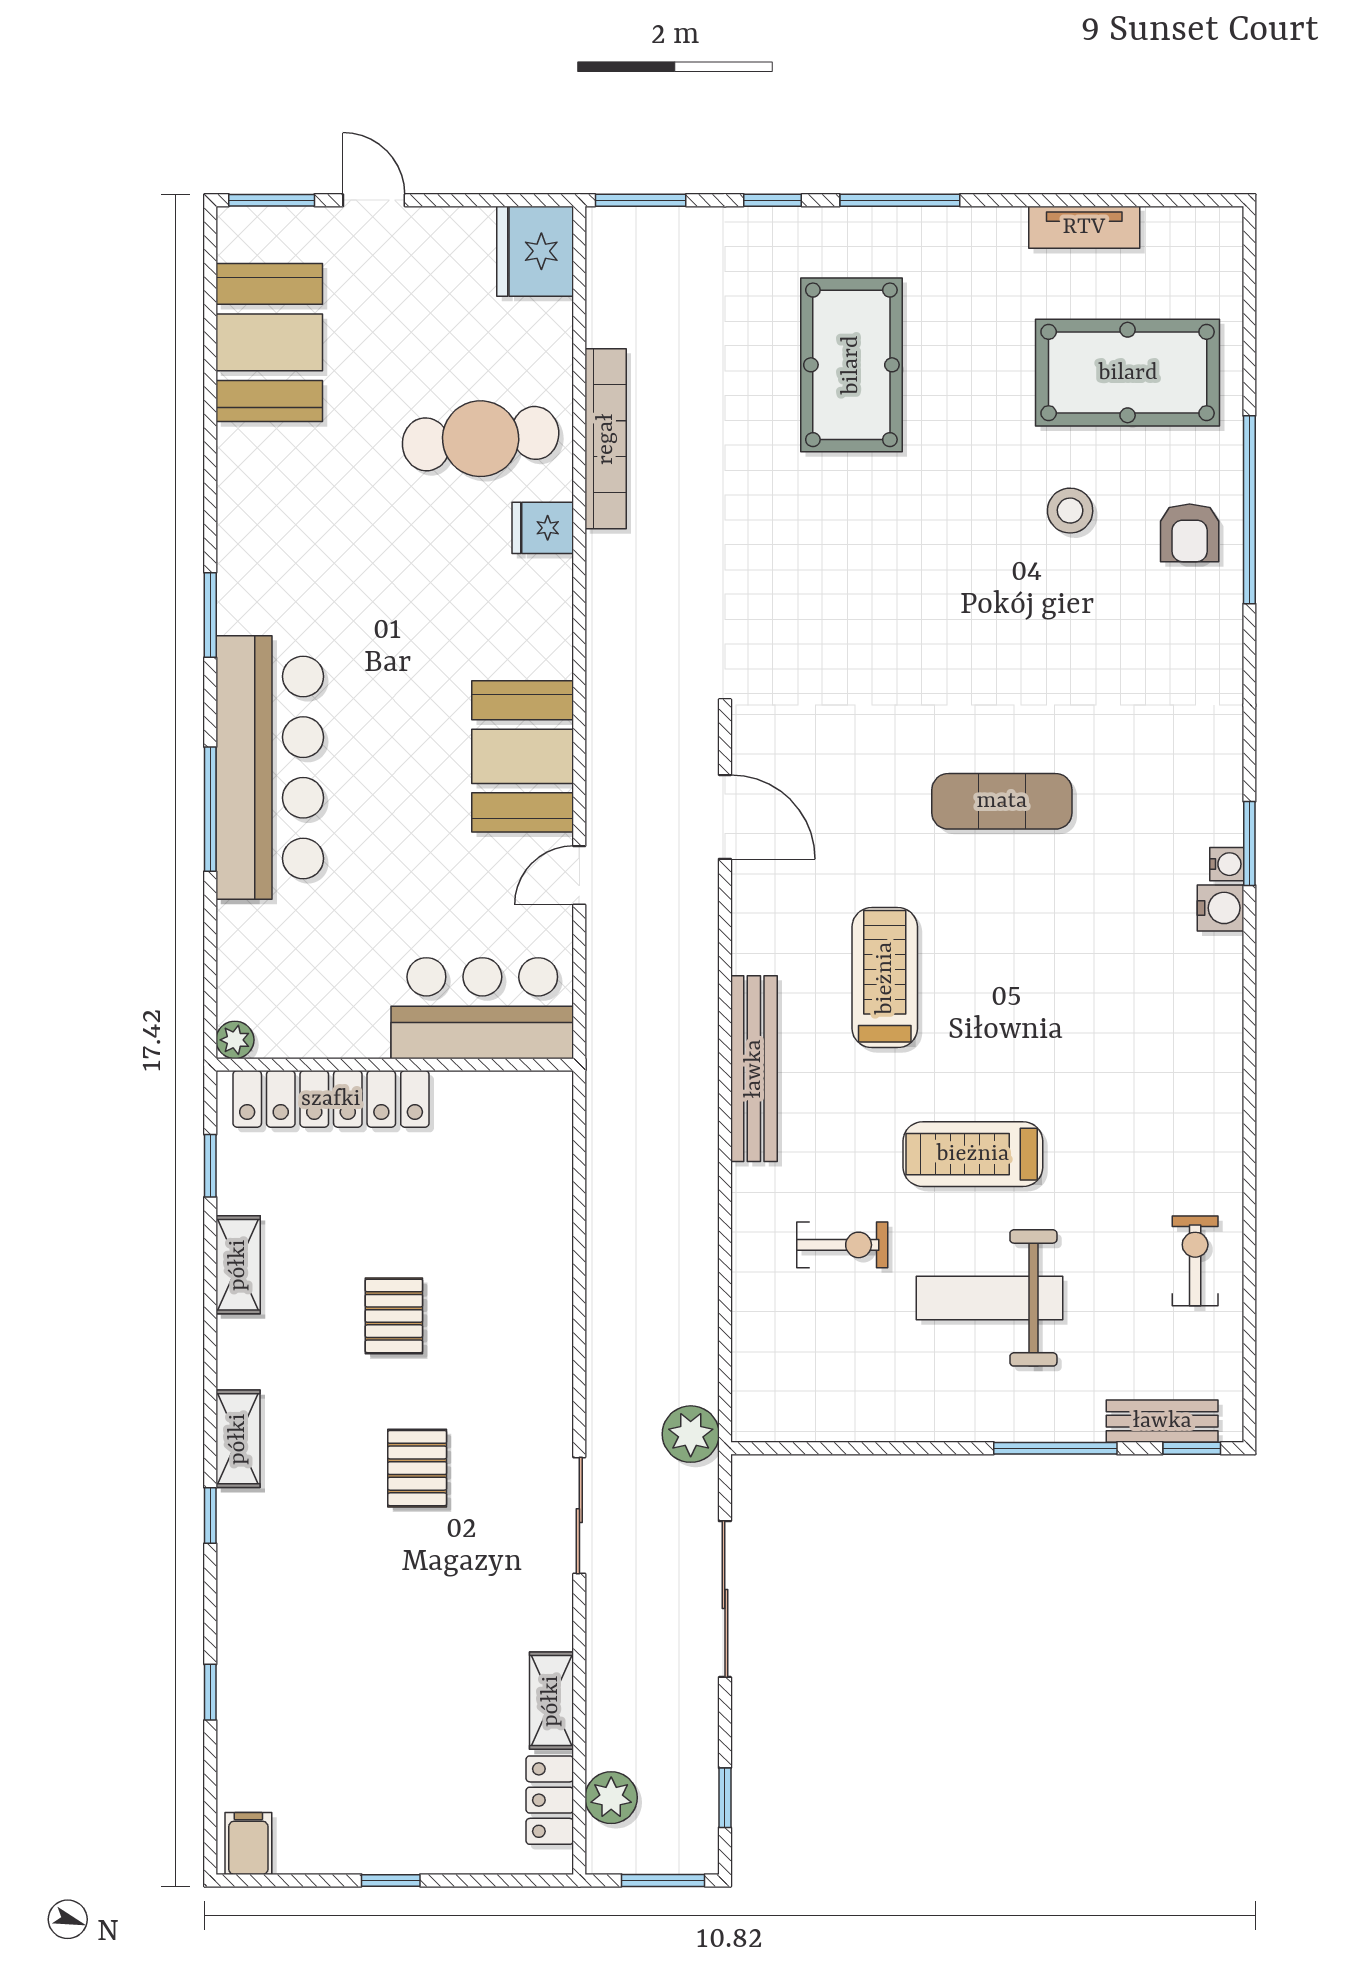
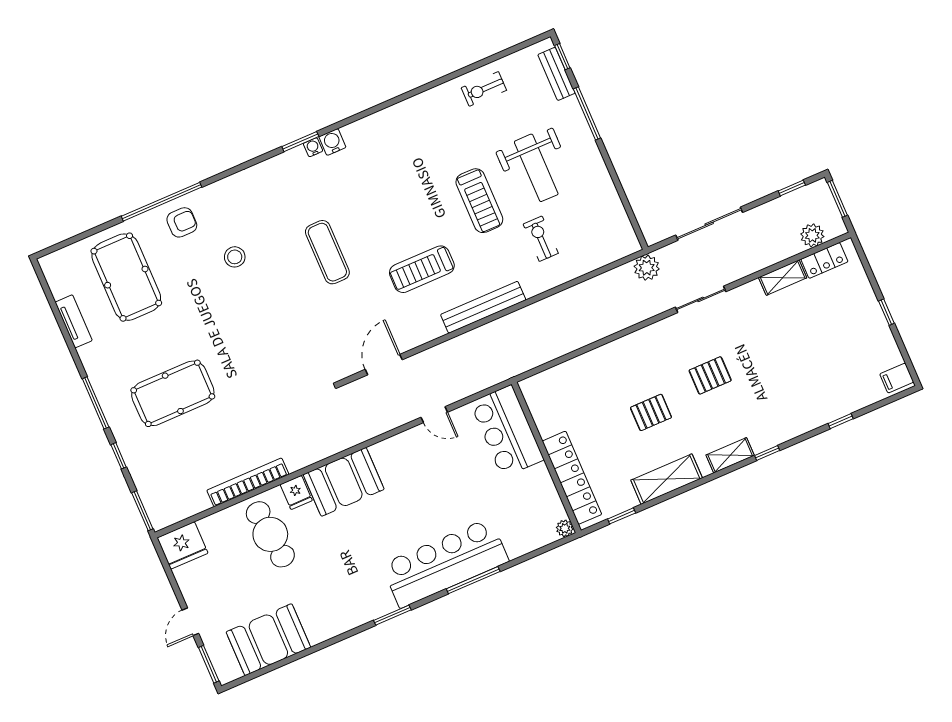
stool: (1070, 511) -> (235, 257), moved
booth: (523, 756) -> (344, 482), moved
shelving: (238, 1265) -> (667, 479), width x1.50, depth x1.33

